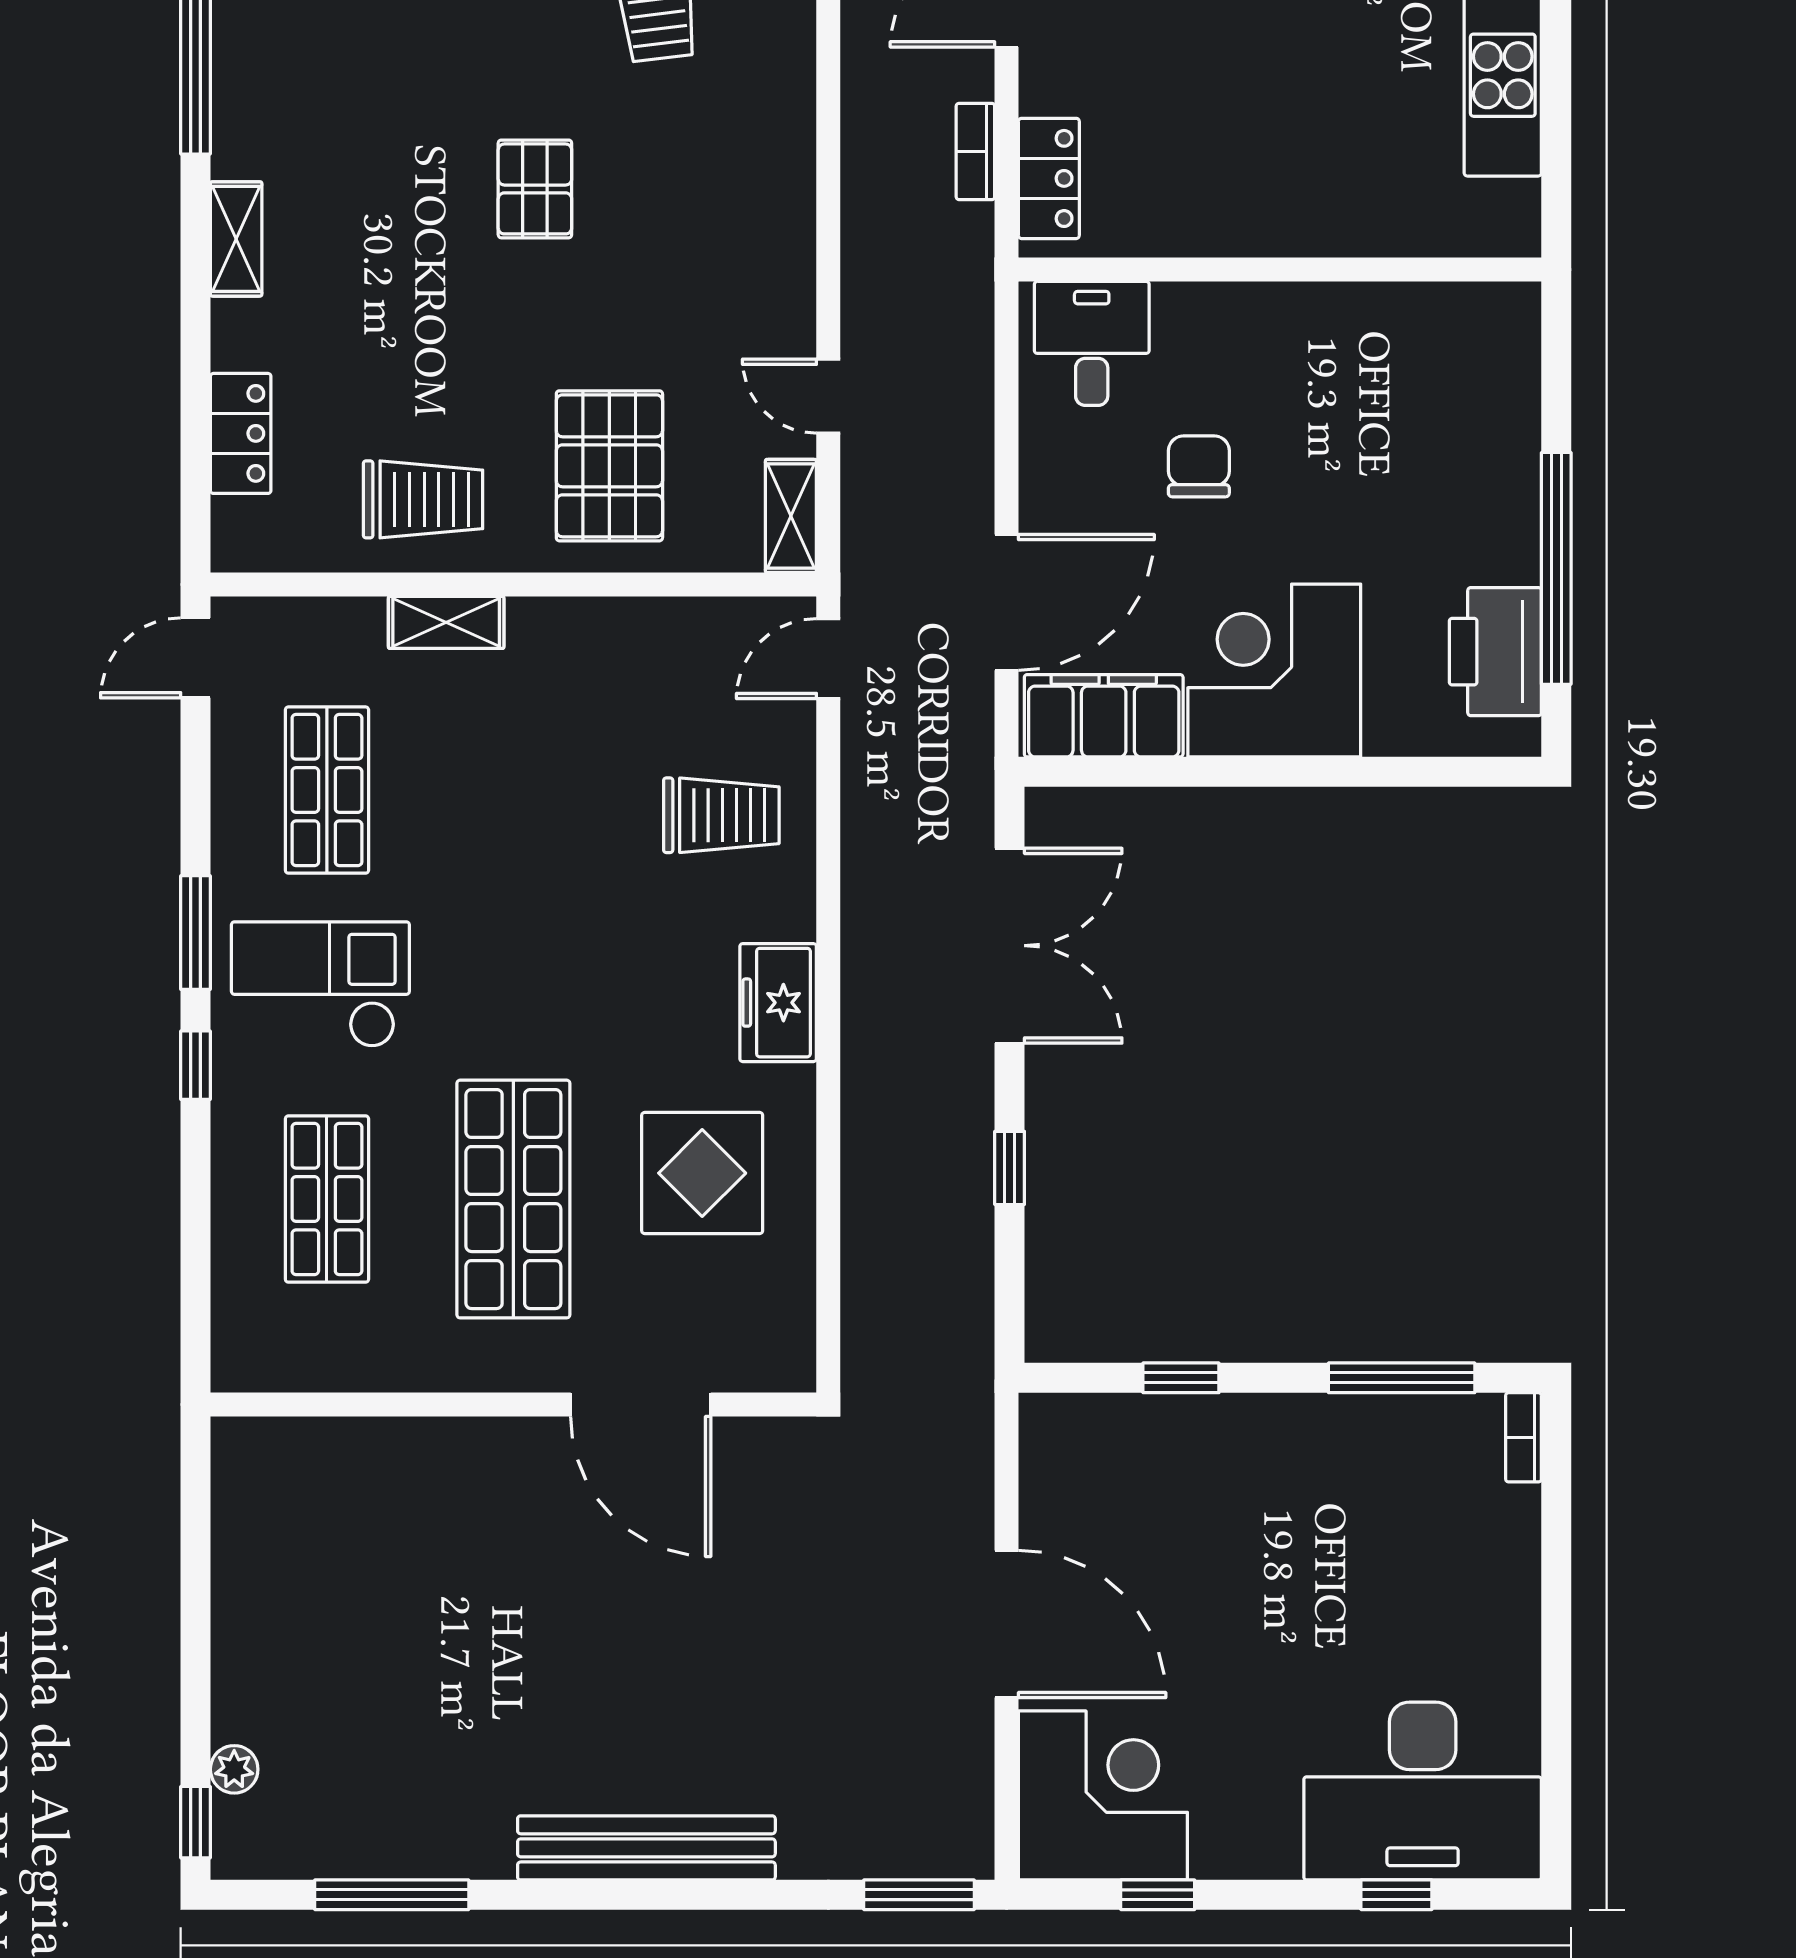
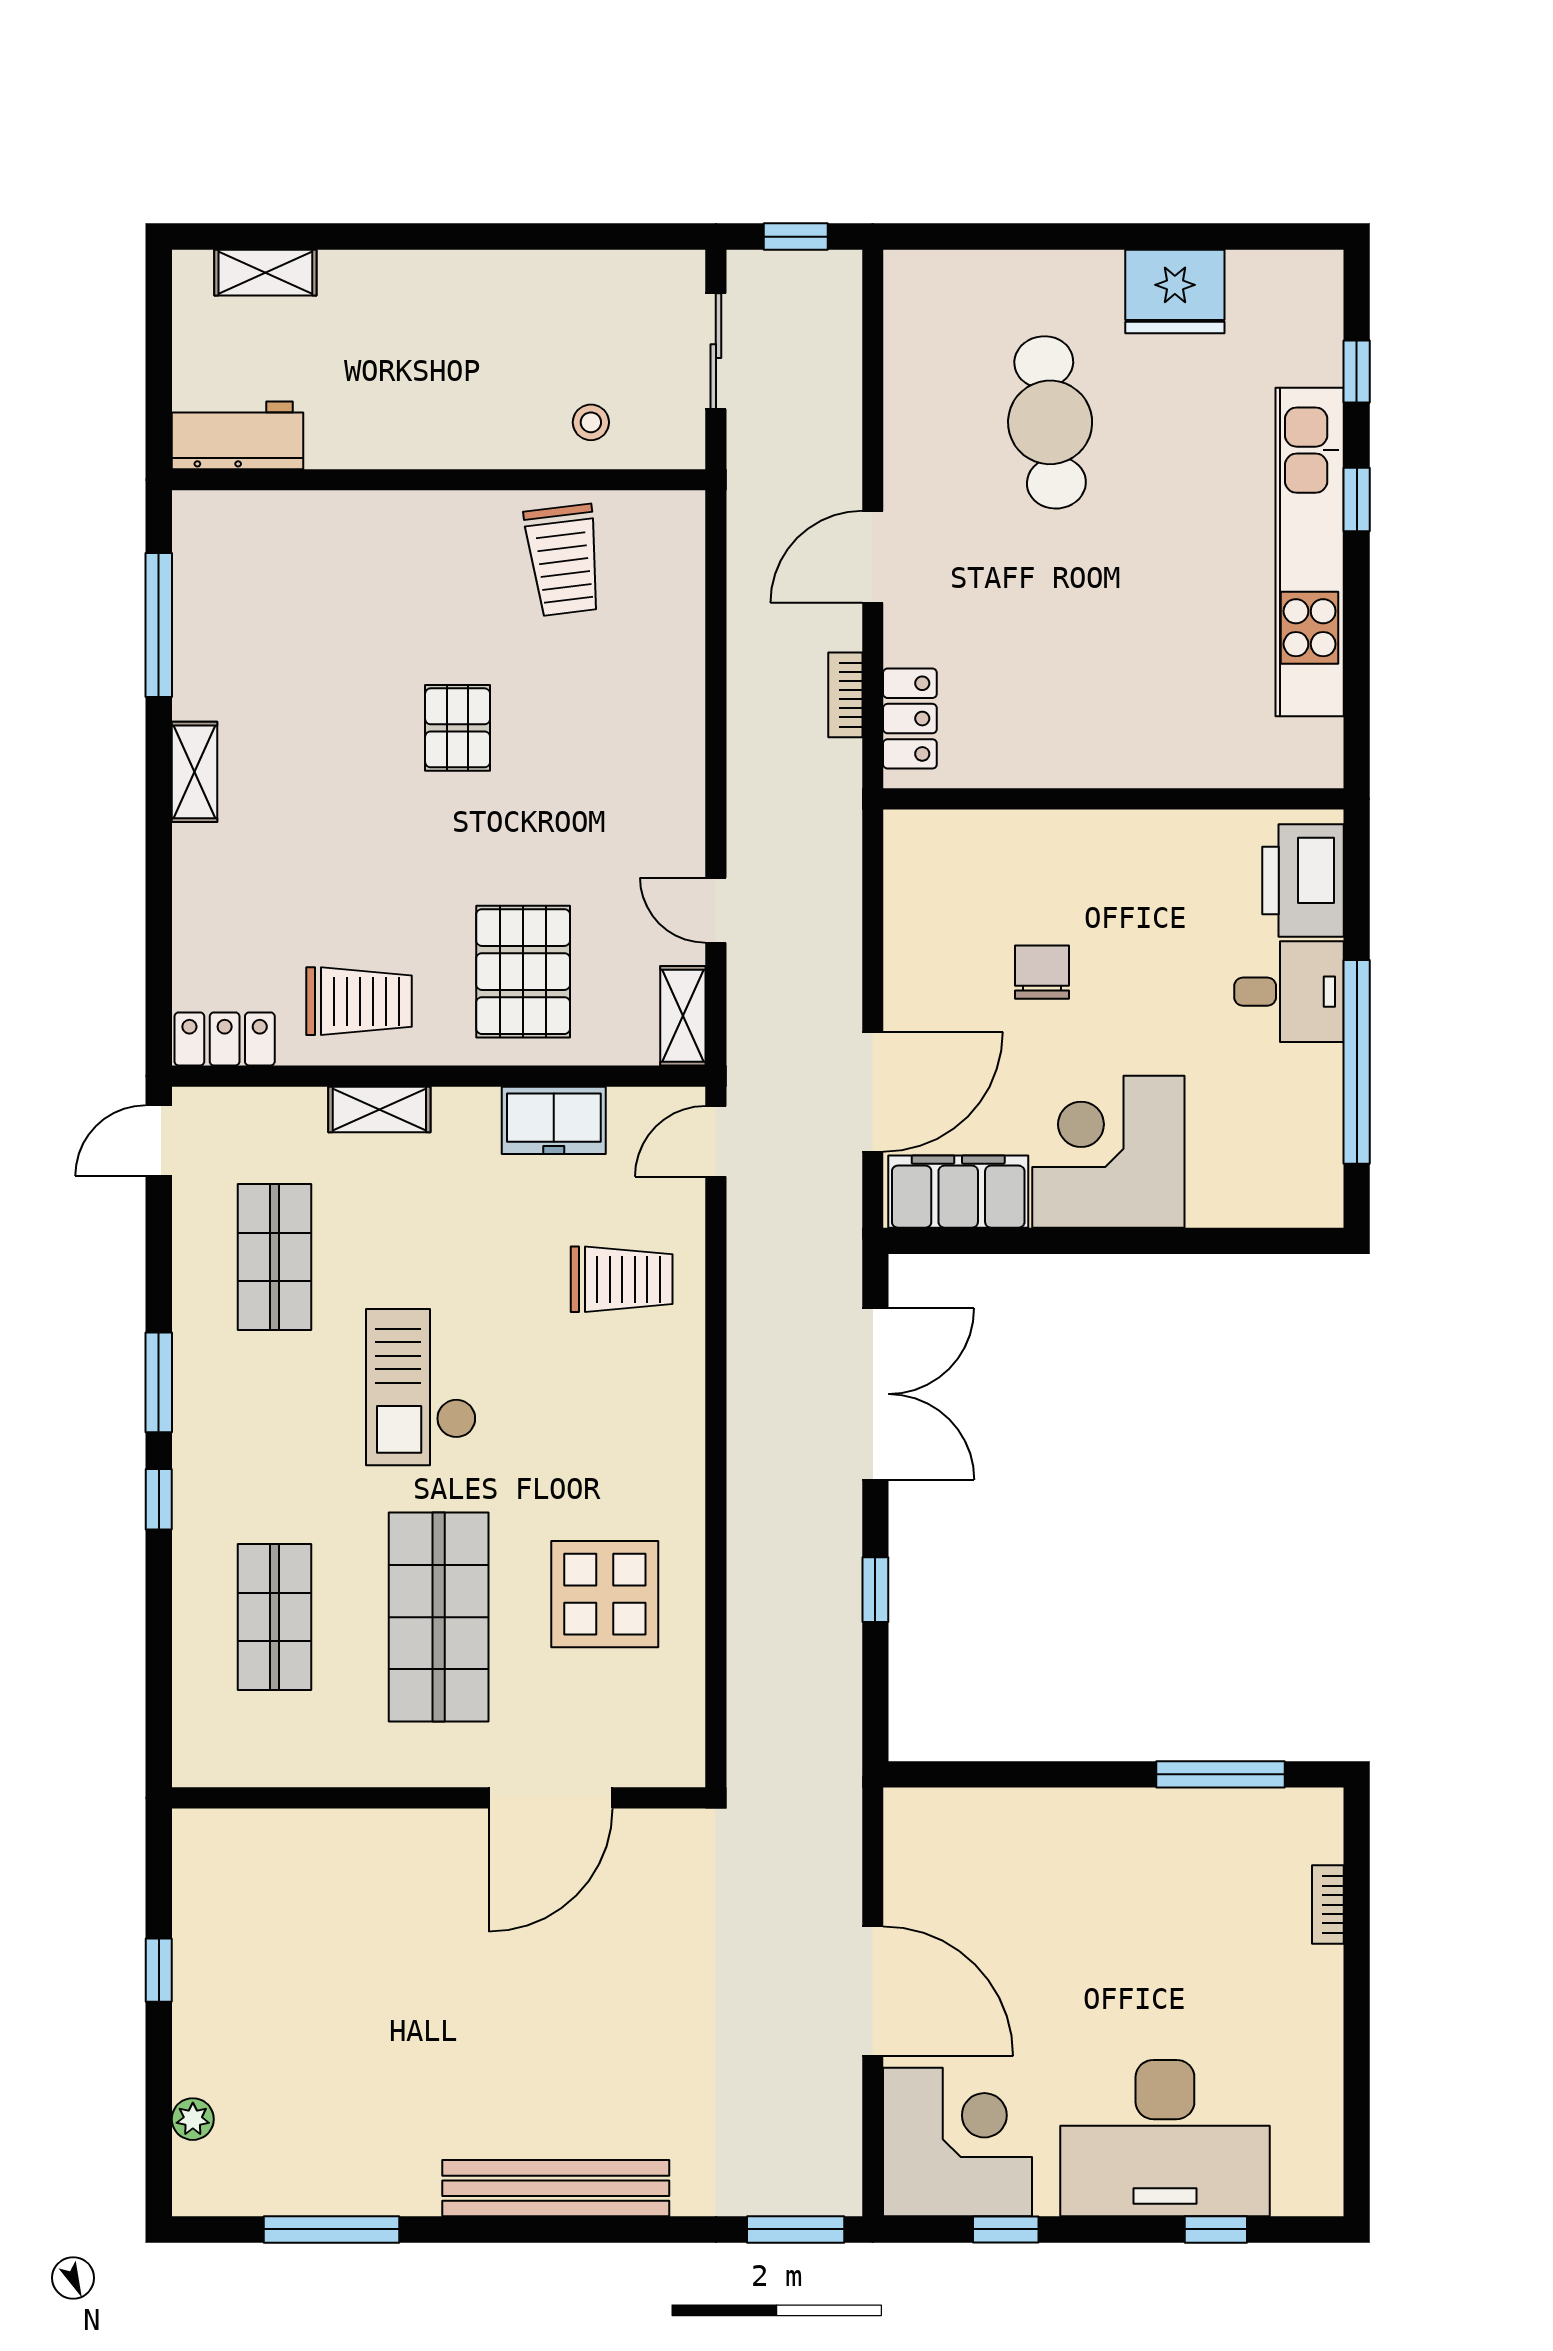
desk: (1092, 343) -> (1289, 992), moved, turned 90
locker: (241, 433) -> (225, 1039), moved, turned -90
printer: (1495, 652) -> (1303, 880), moved
checkout: (320, 984) -> (421, 1387), moved, turned -90
freezer: (778, 1003) -> (554, 1120), moved, turned -90
window: (1181, 1378) -> (1026, 1774), removed
door: (641, 1405) -> (551, 1798), hinge flipped
bookcase: (1524, 1437) -> (1328, 1905), moved
desk: (1423, 1791) -> (1165, 2138), moved
window: (195, 1822) -> (159, 1970), moved

